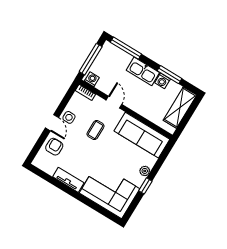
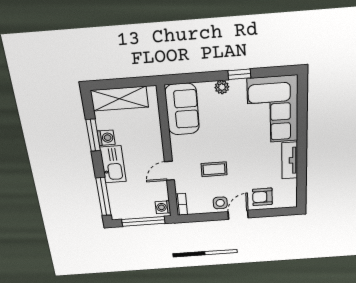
sofa: (142, 135) -> (182, 109), width x0.73

